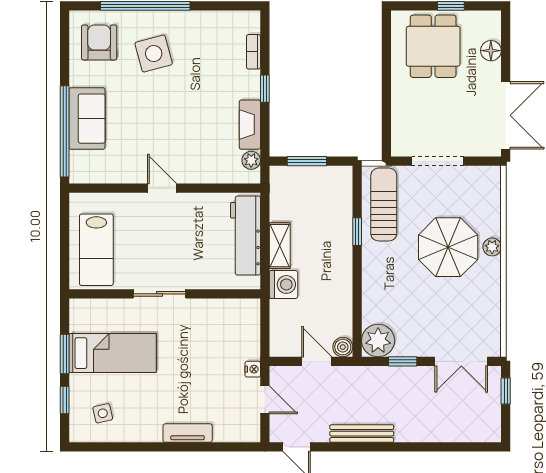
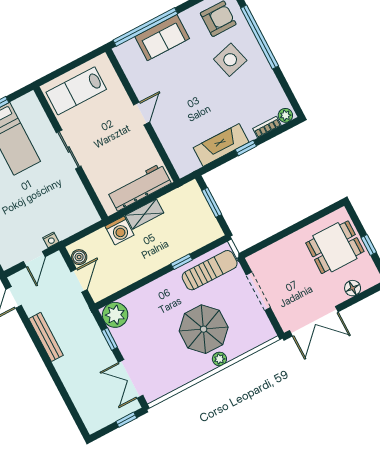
fireplace: (250, 125) -> (221, 145), width x1.37, depth x1.32
plant: (251, 160) -> (285, 115), moved
boiler: (343, 347) -> (79, 257), moved

